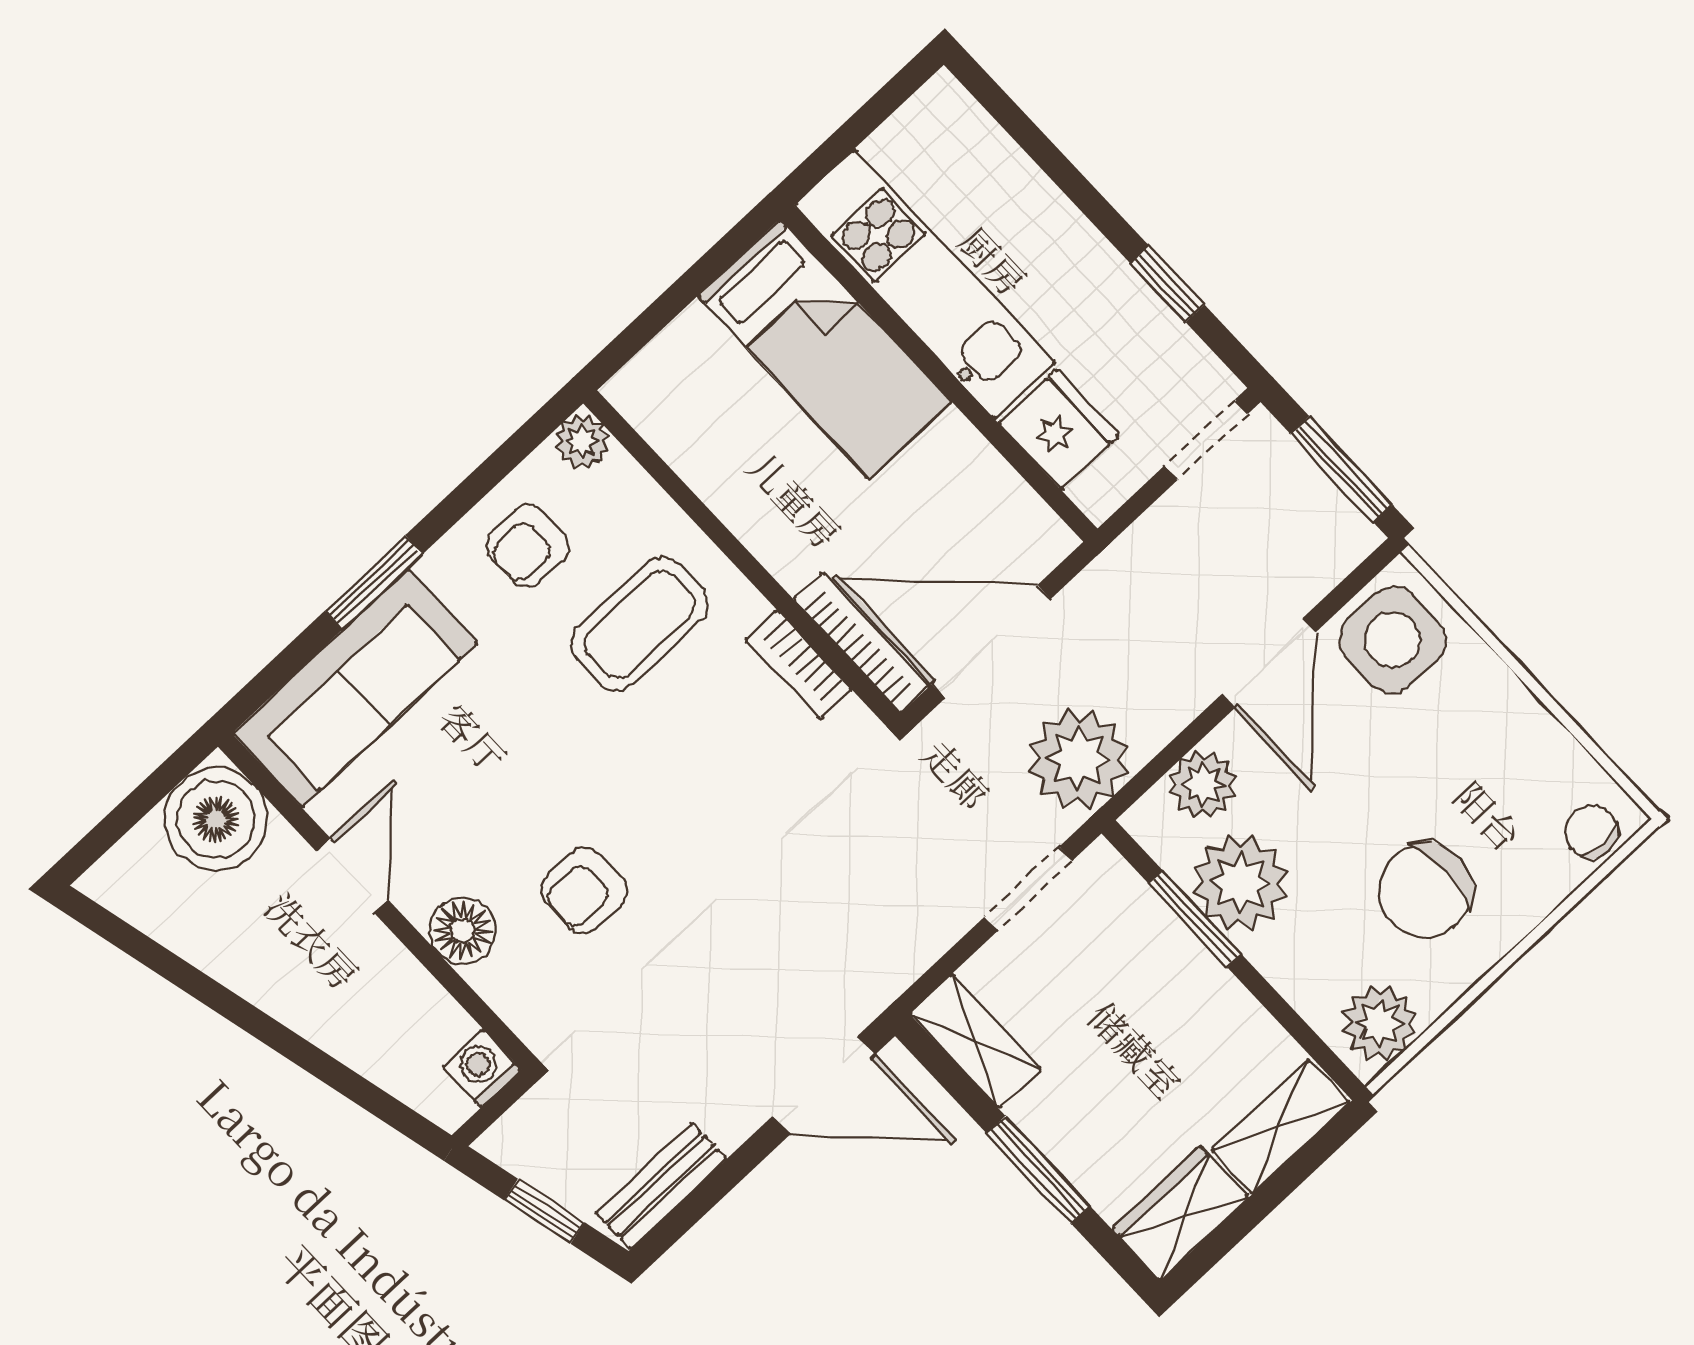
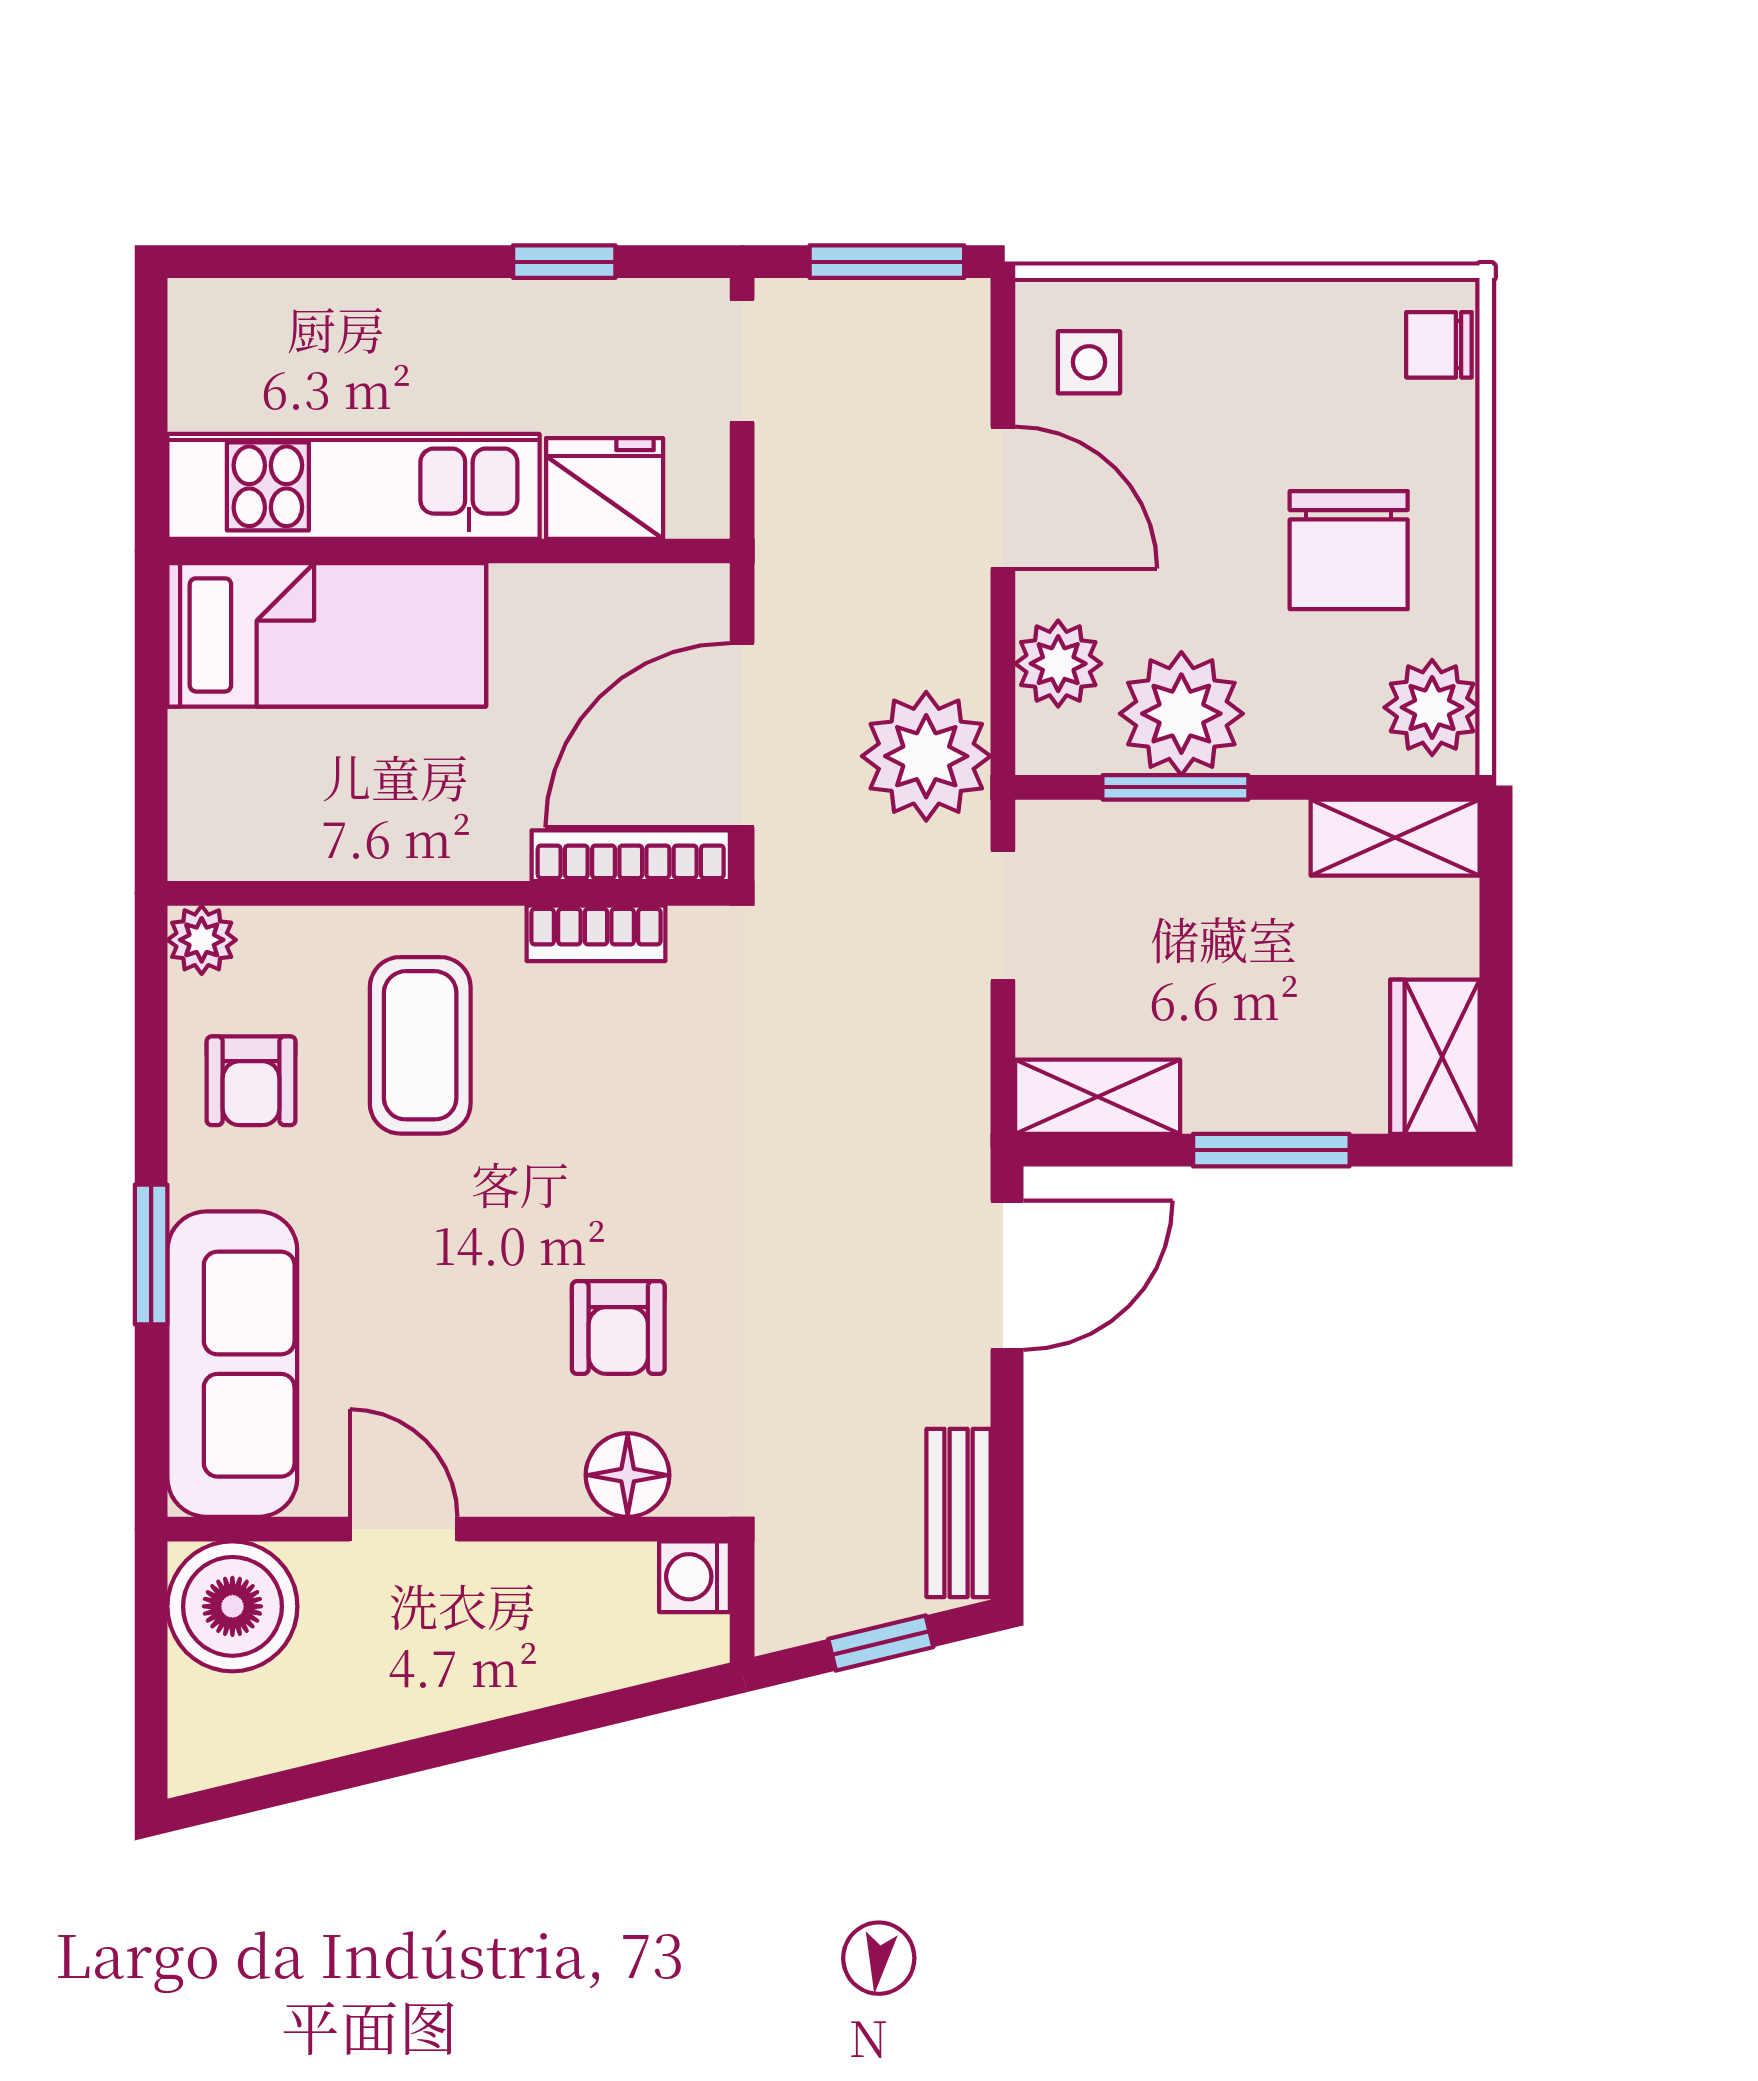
side table: (1393, 640) -> (1089, 362), width x0.54, depth x0.54
floor lamp: (462, 931) -> (628, 1475), moved
shelving: (1281, 1126) -> (1395, 838), moved, turned 90

